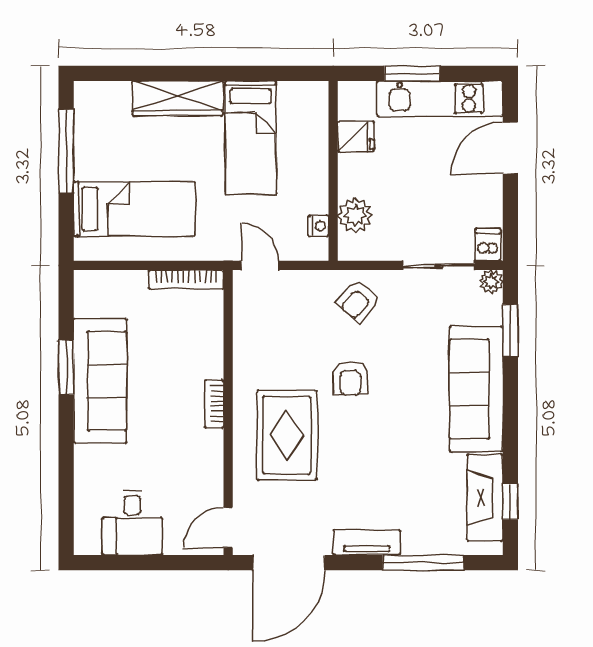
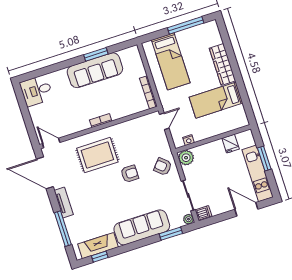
plant: (355, 215) -> (186, 158), moved
armchair: (350, 378) -> (130, 174), turned 180
desk: (132, 523) -> (37, 91), moved

